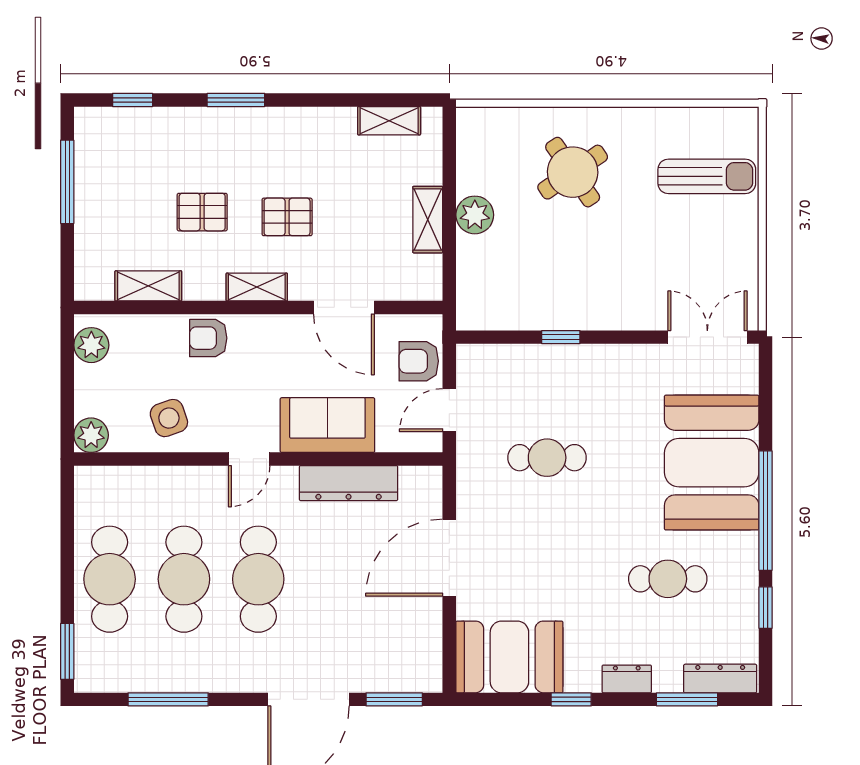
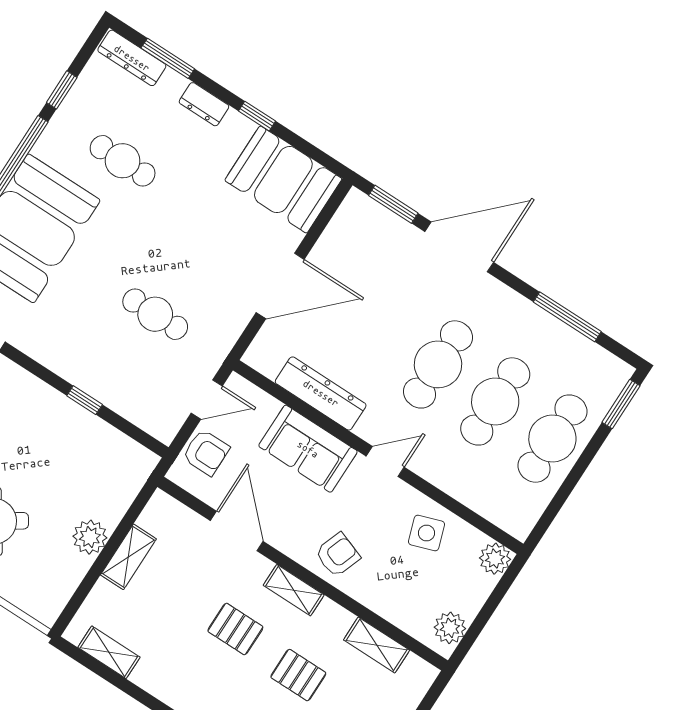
armchair: (208, 338) -> (338, 555), moved, turned -70

